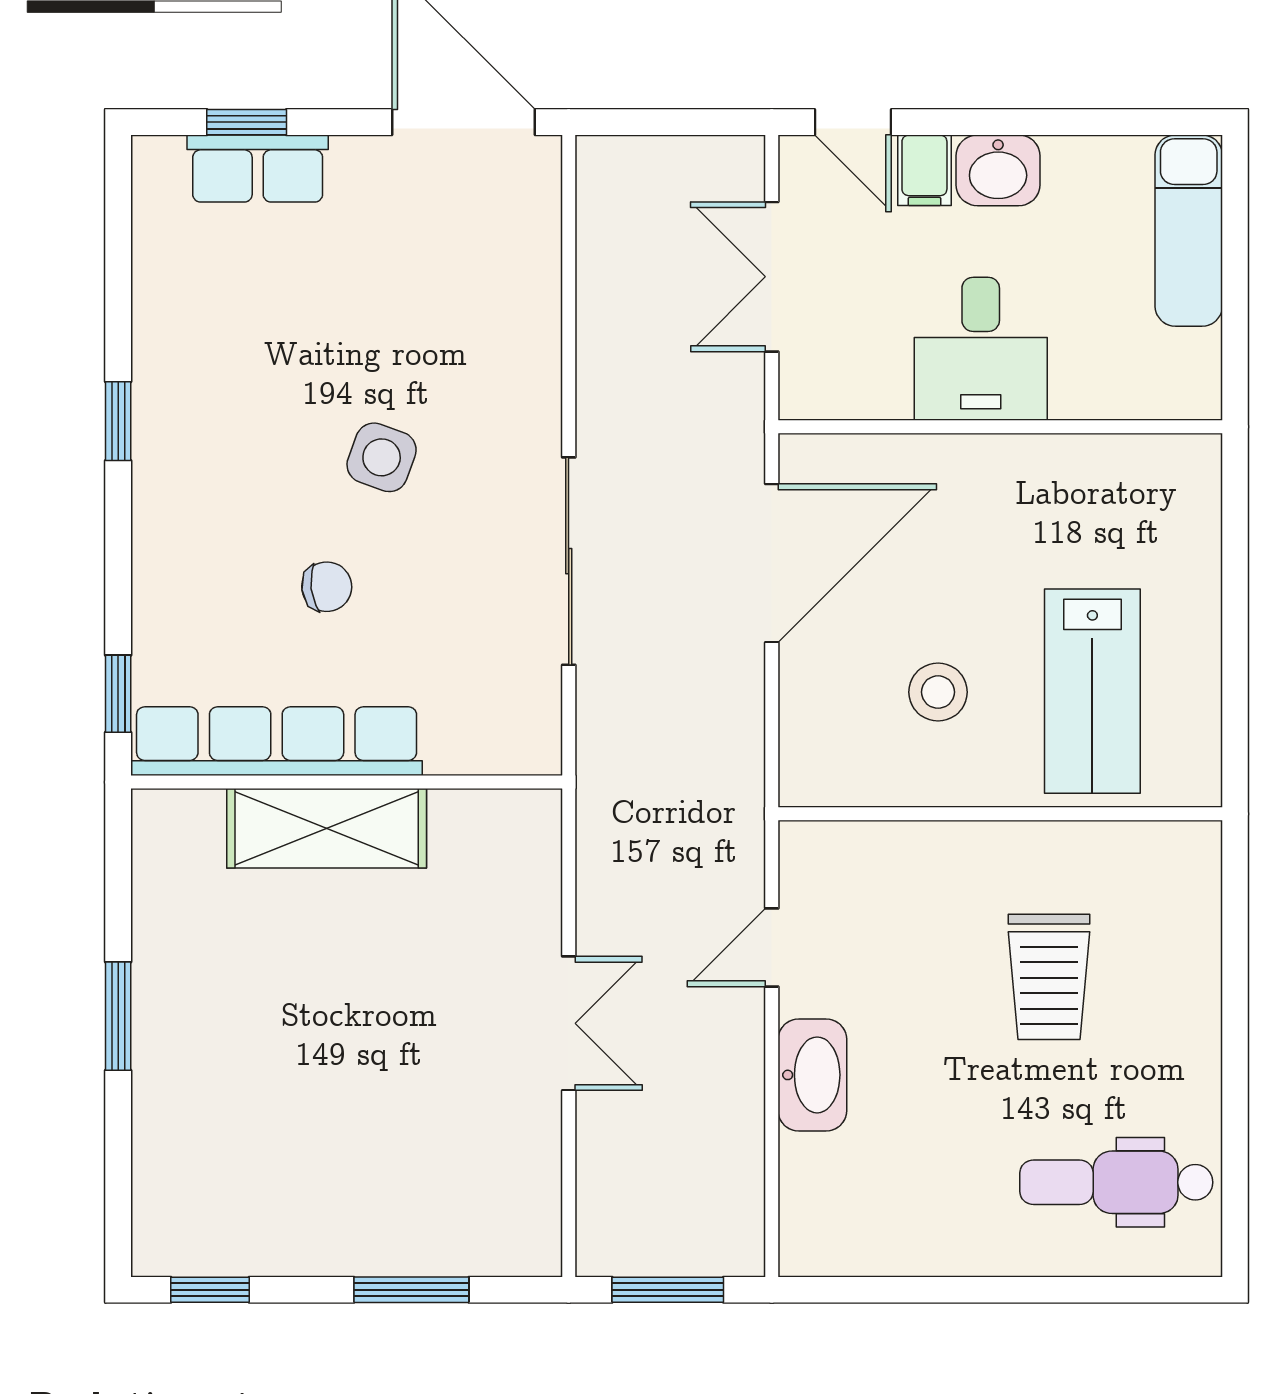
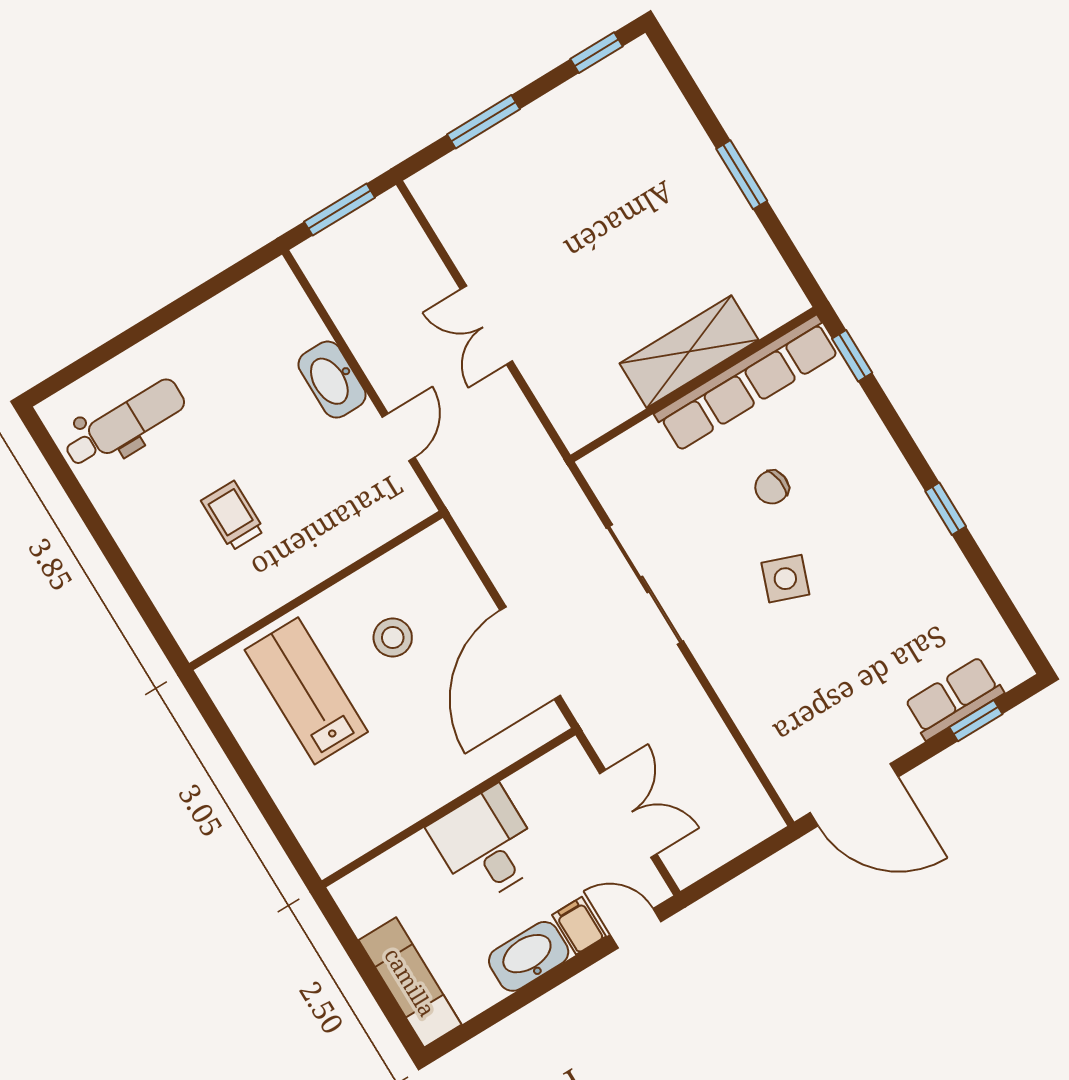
washbasin: (998, 170) -> (529, 956), width x1.38
trolley: (1049, 977) -> (233, 516), width x0.73, depth x0.72

